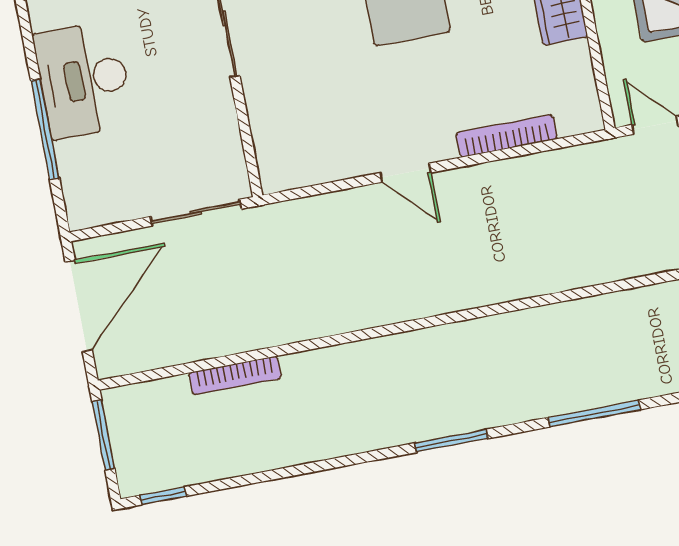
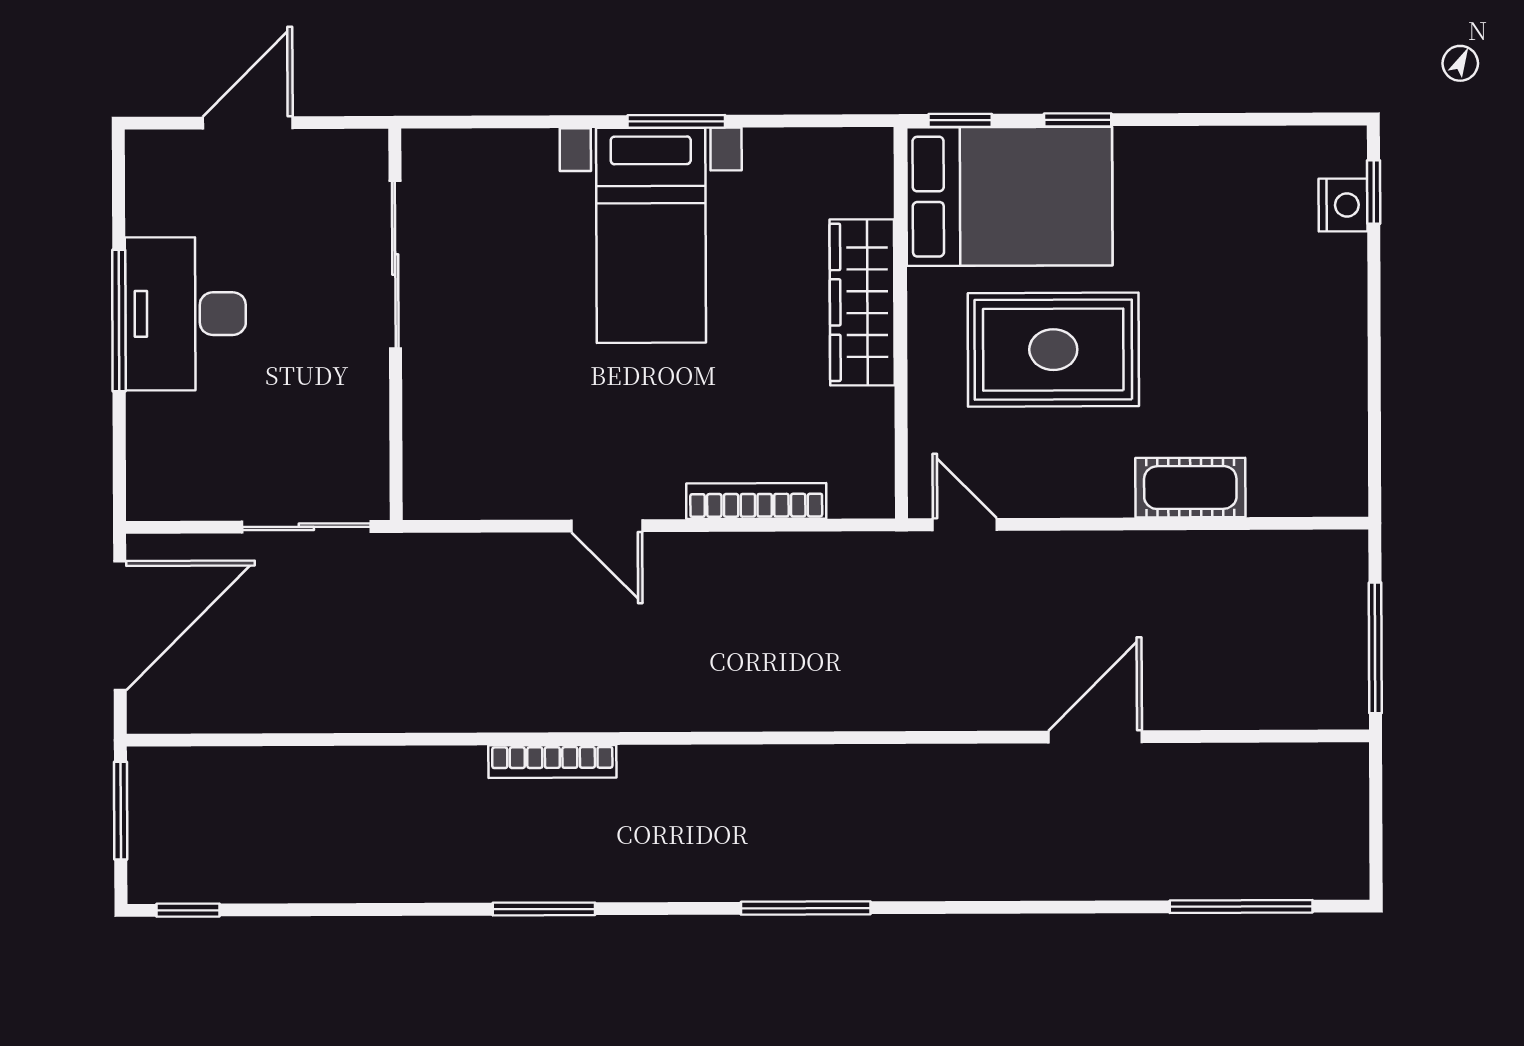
window: (45, 129) -> (119, 321), moved
bookcase: (235, 375) -> (552, 761), moved
window: (451, 441) -> (544, 909), moved

